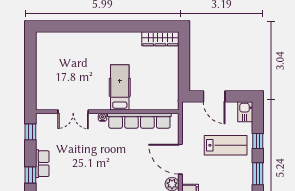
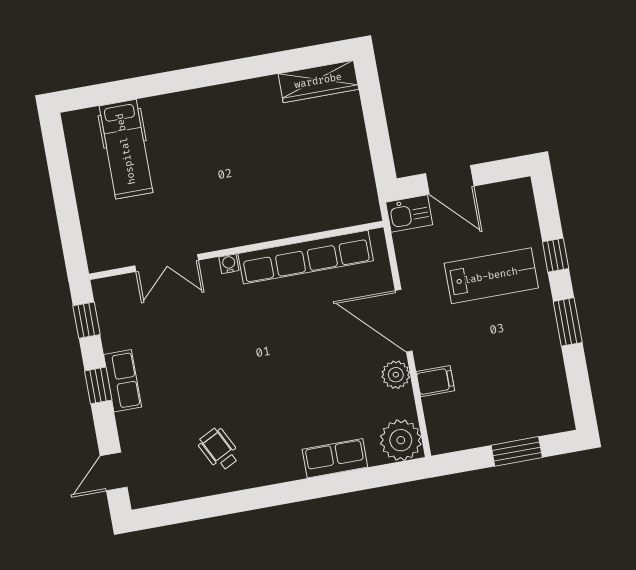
hospital bed: (120, 87) -> (126, 149), moved, turned 180
kitchen sink: (245, 112) -> (409, 214), moved, turned -90
window: (30, 175) -> (98, 385), moved

